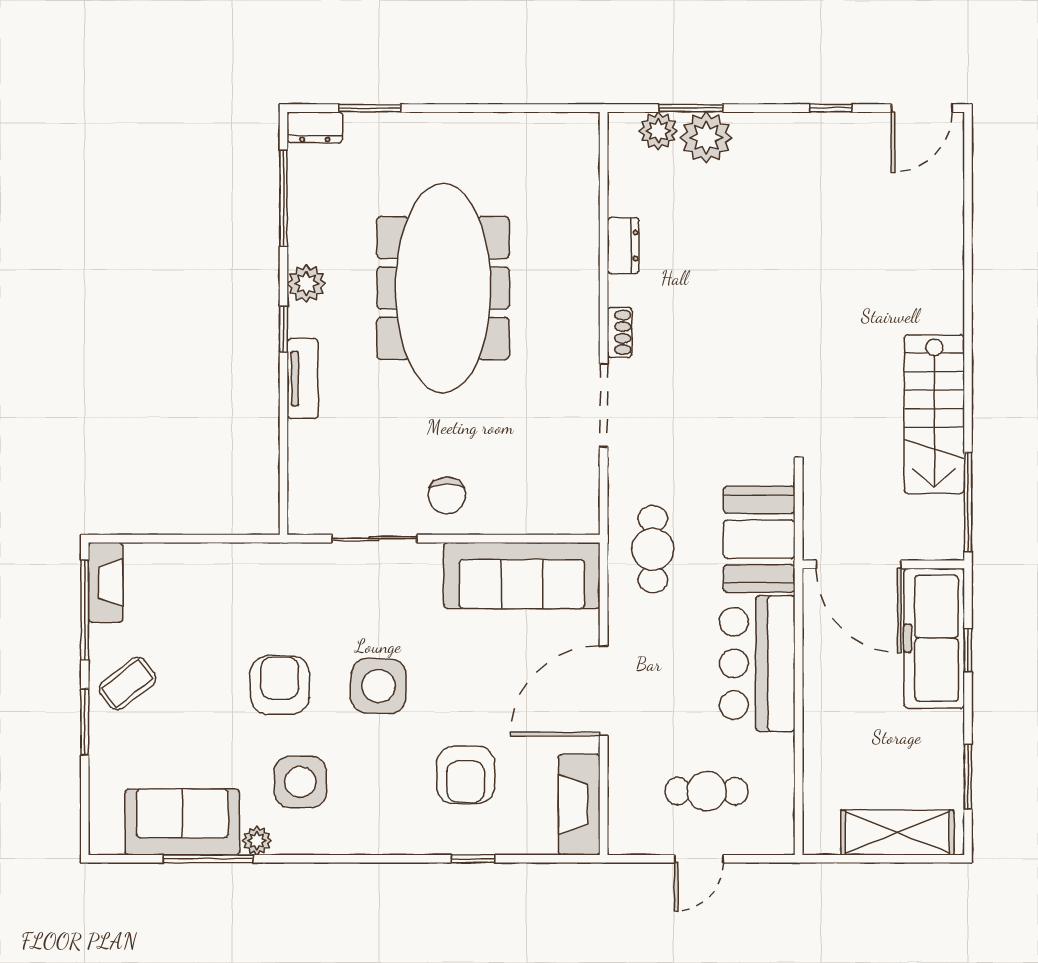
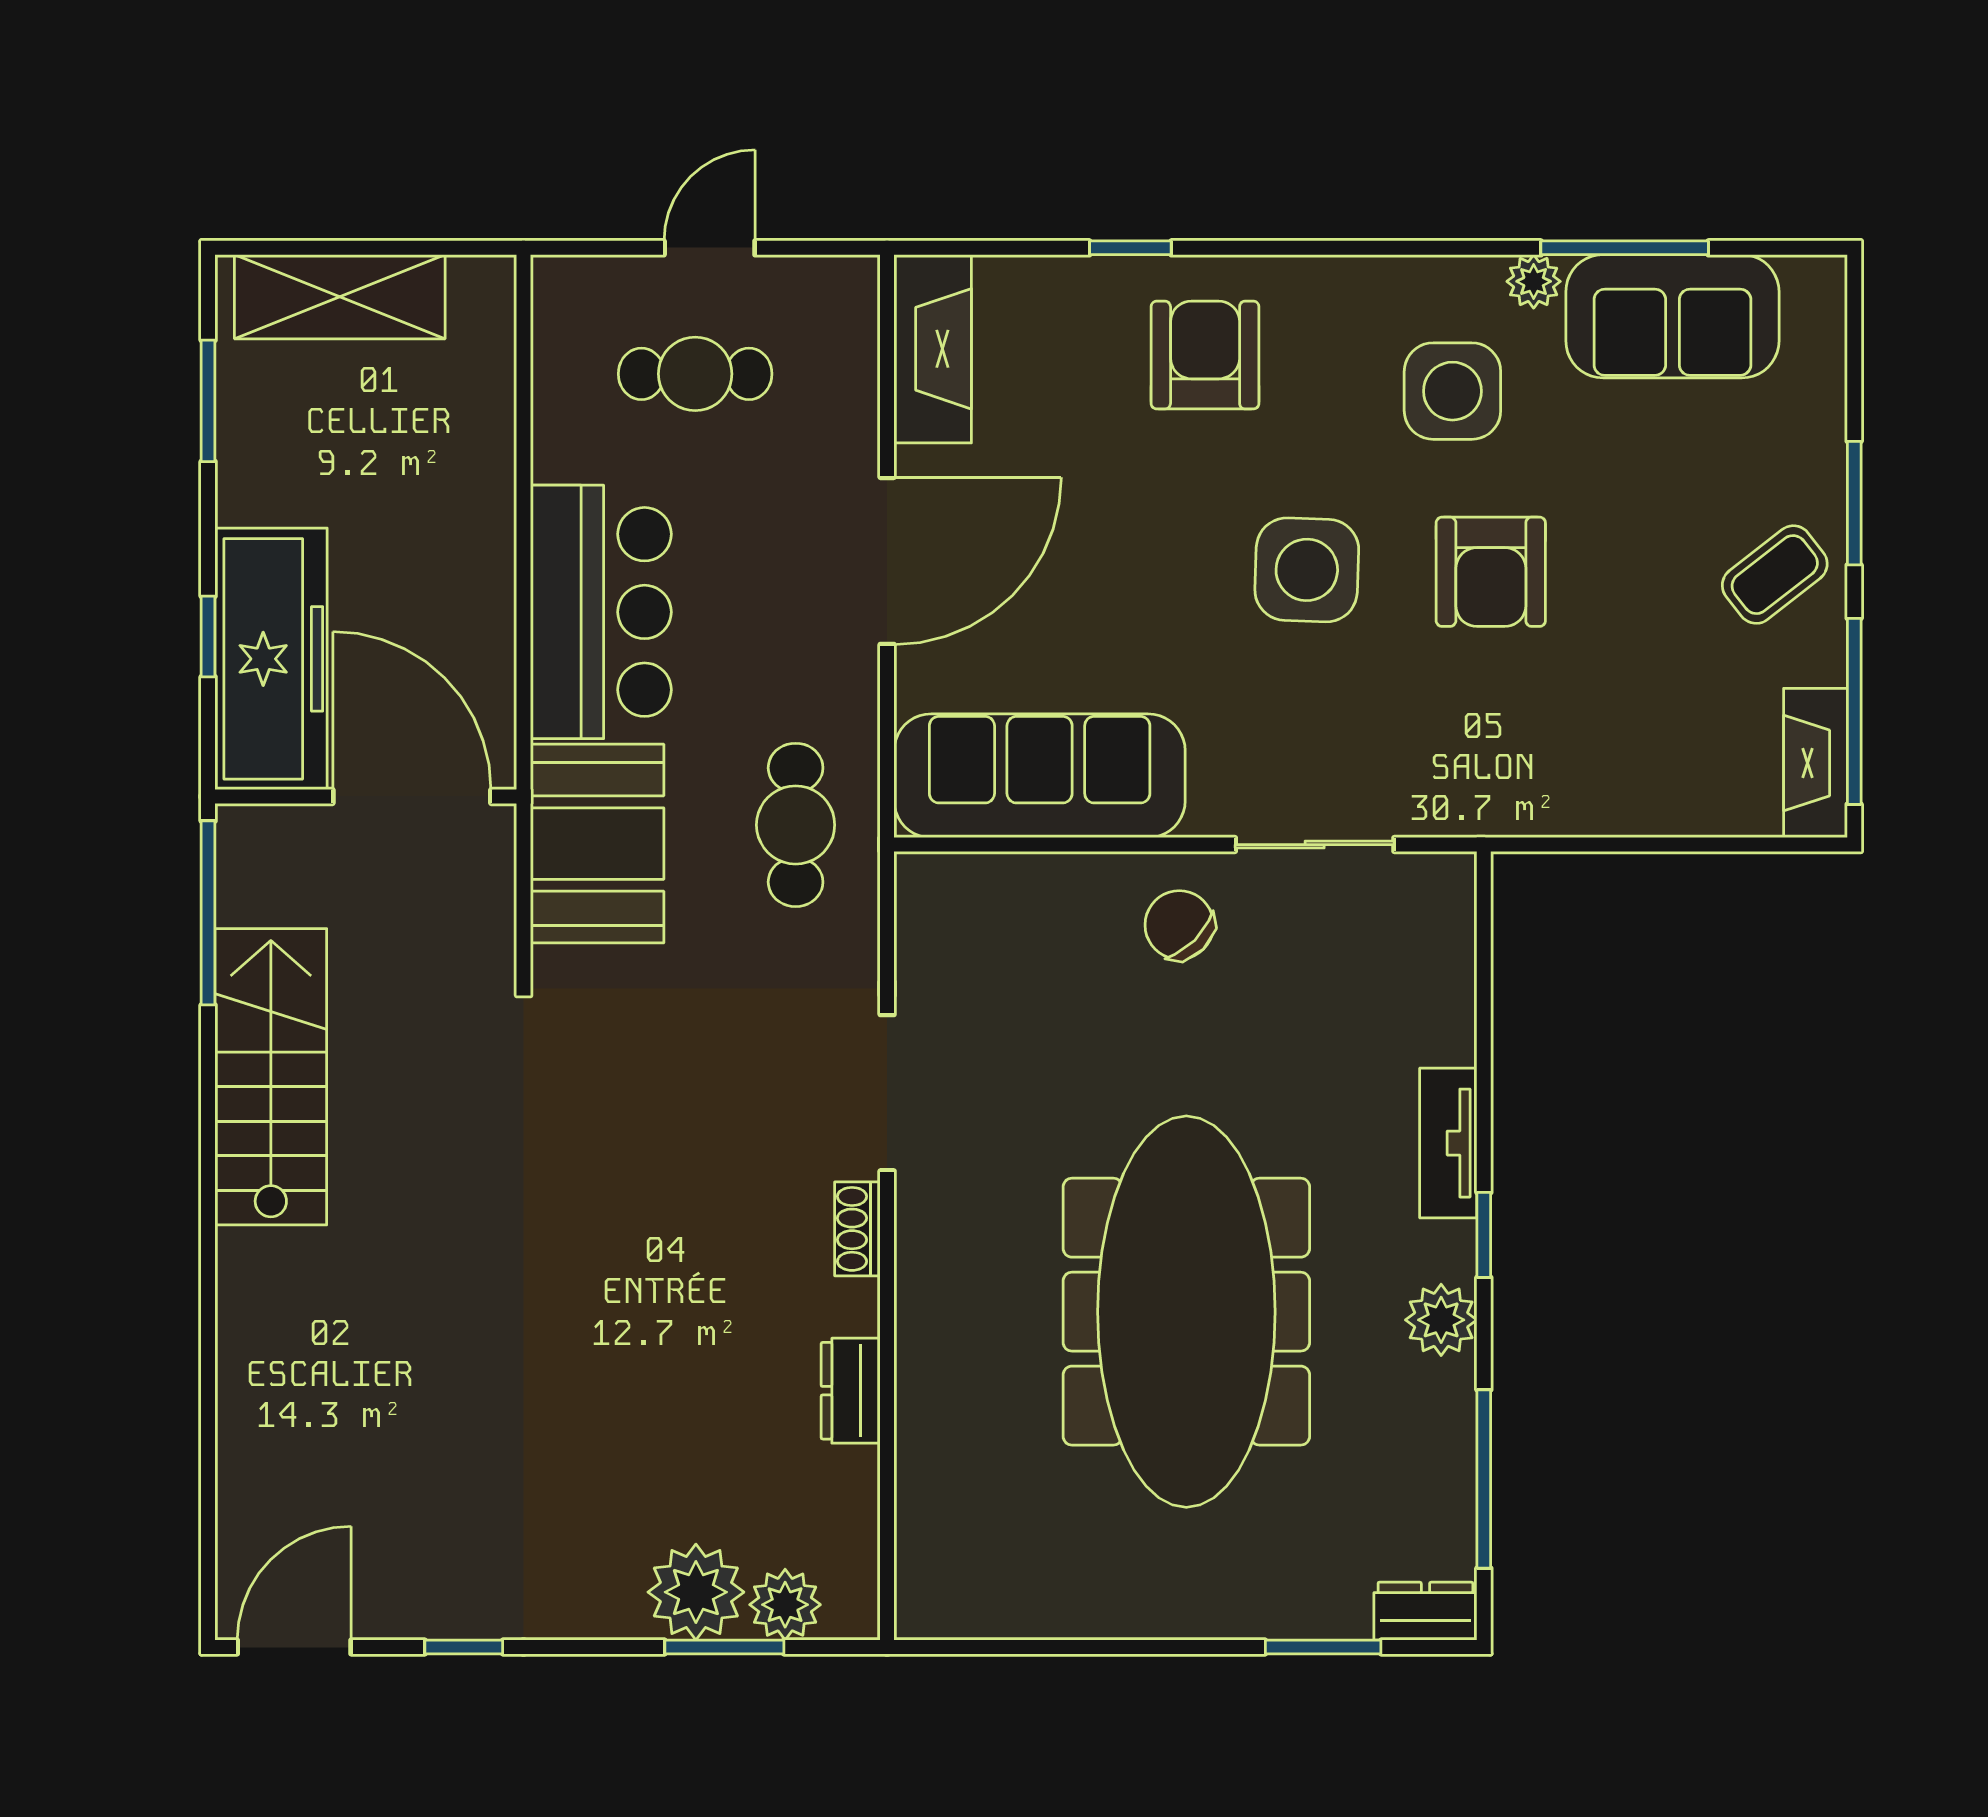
chair: (447, 495) -> (1179, 925), turned -45
armchair: (466, 775) -> (1205, 355), moved

